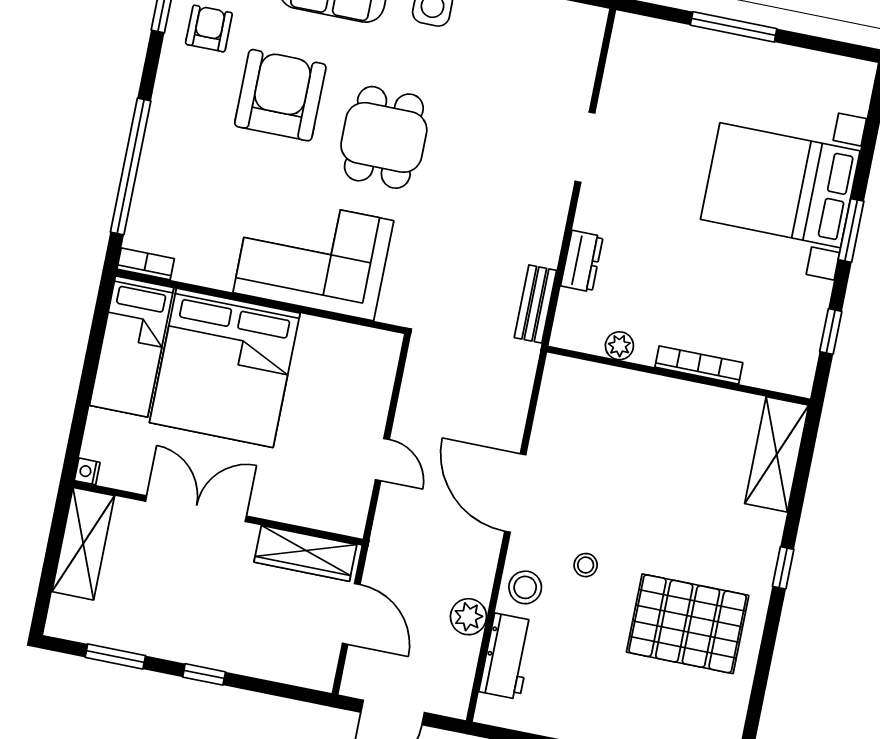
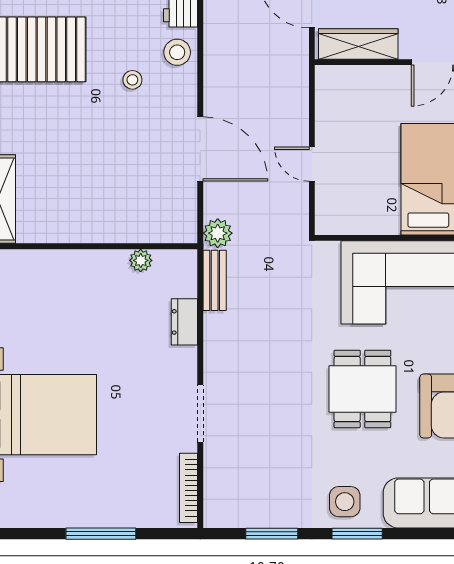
bookcase: (699, 365) -> (189, 488), moved, turned 90
door: (382, 460) -> (312, 164), moved
door: (515, 493) -> (200, 149), moved
plant: (468, 617) -> (218, 233), moved

